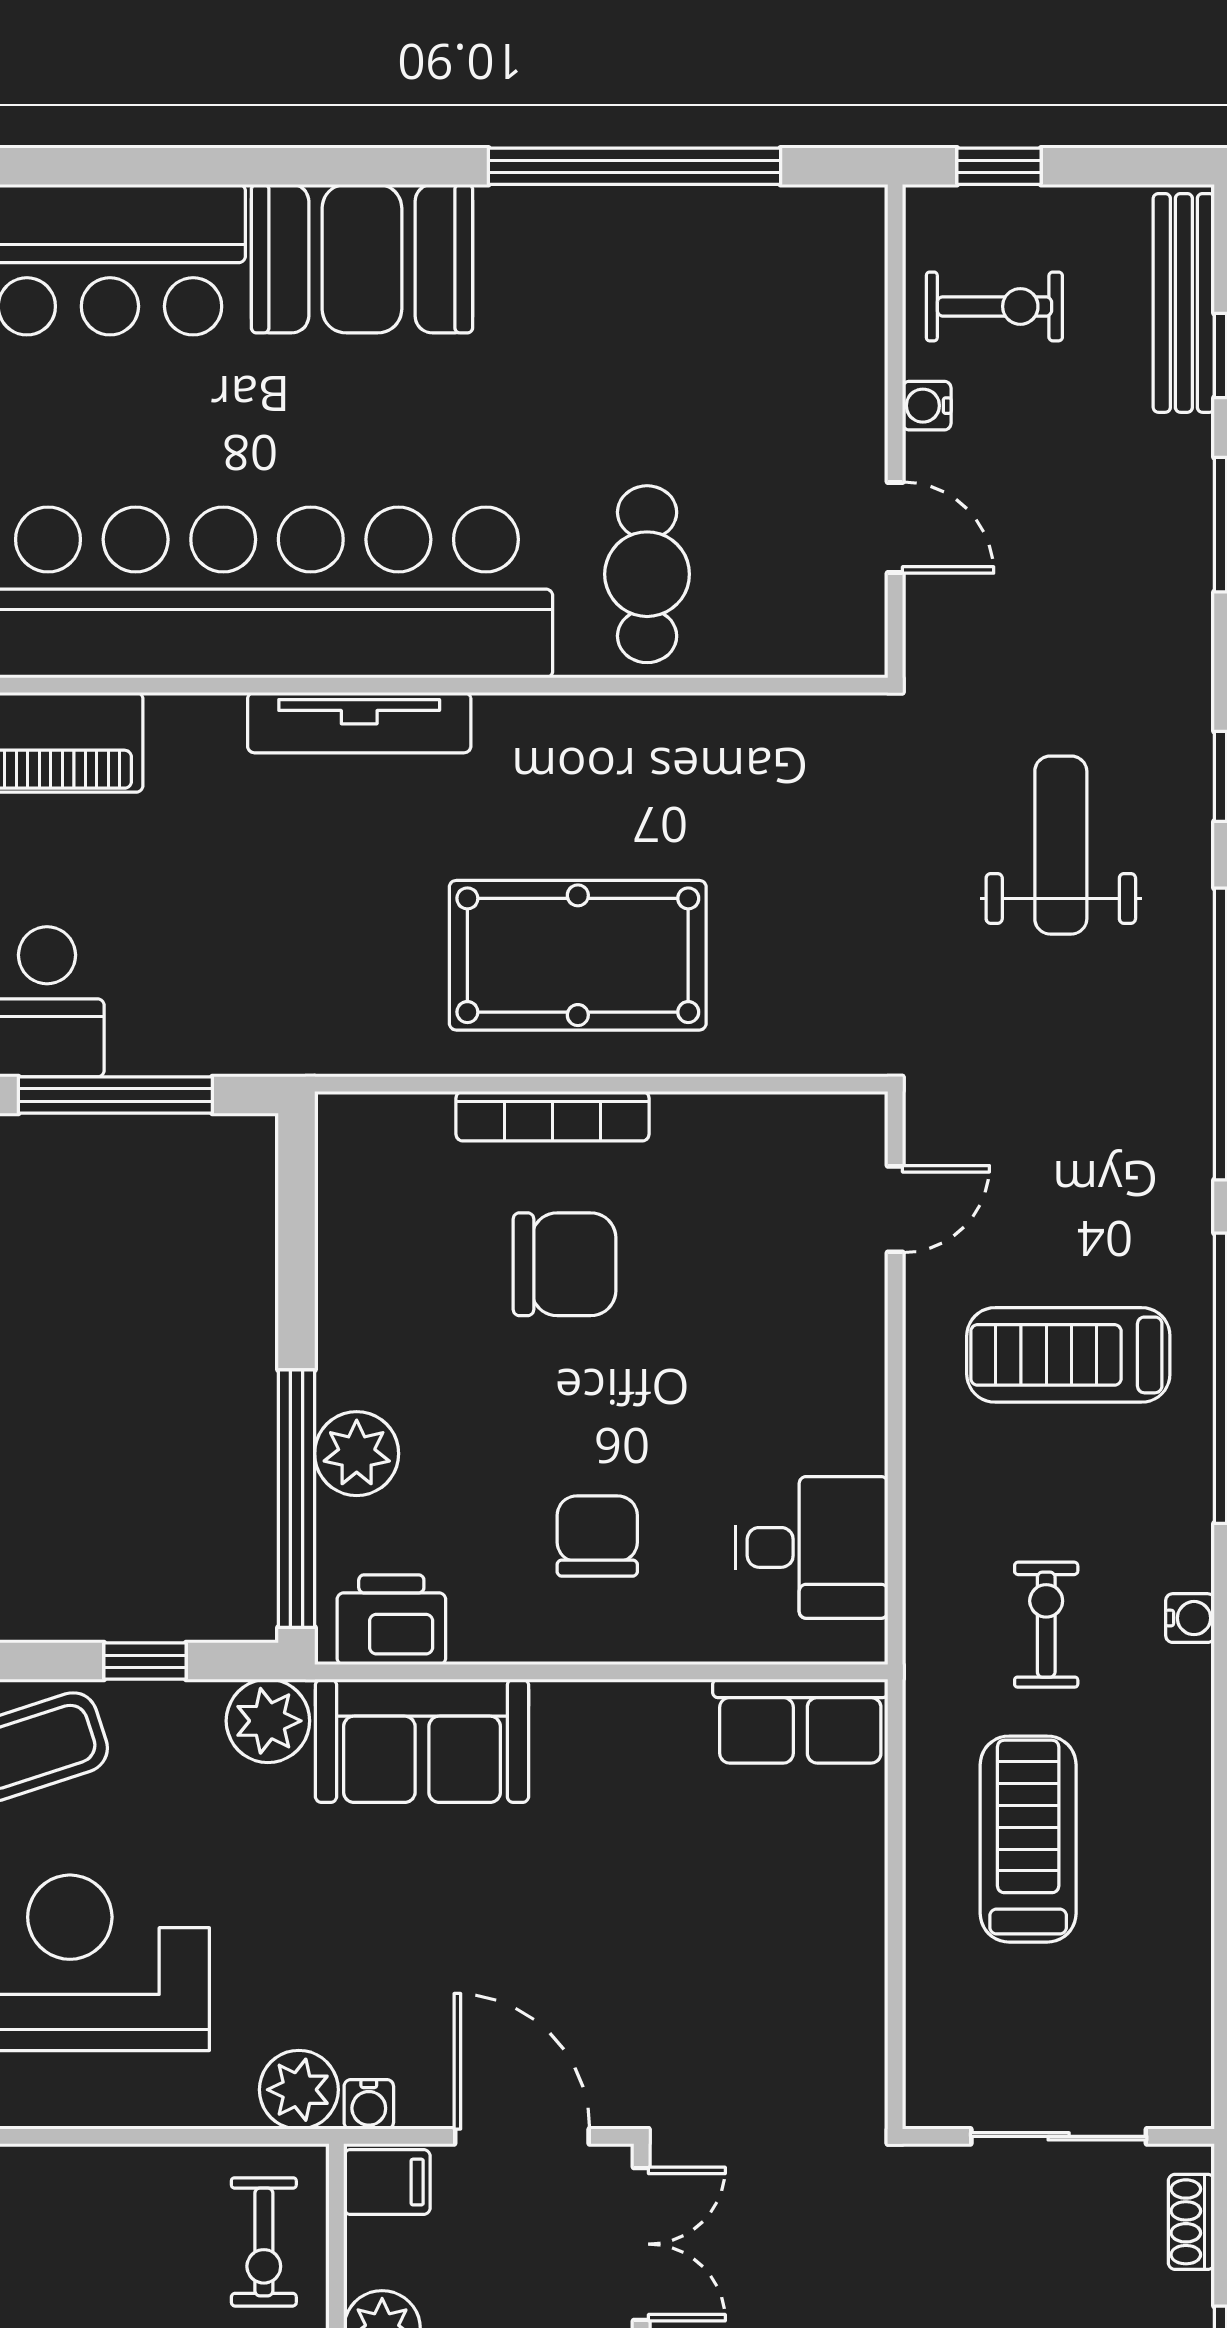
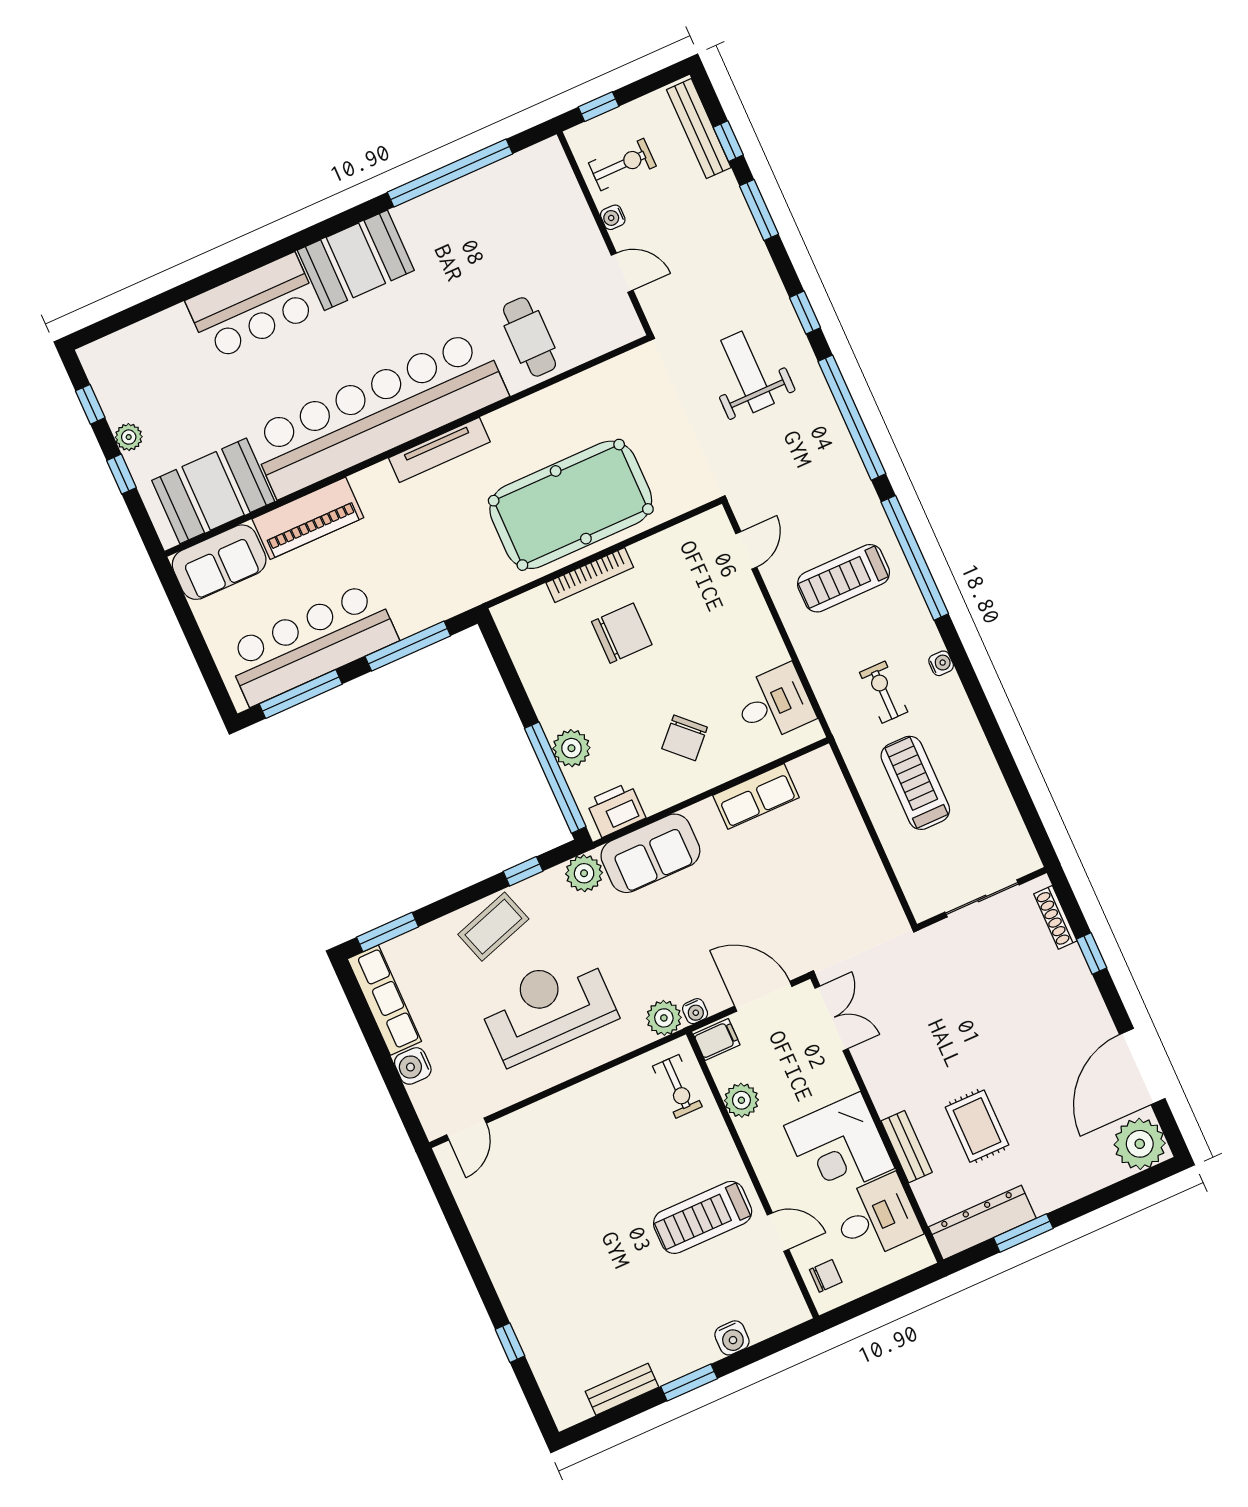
pool table: (578, 955) -> (571, 505), width x1.36, depth x1.32
chair: (597, 1536) -> (685, 738), turned -136
row of seats: (800, 1721) -> (756, 796), moved
shoe rack: (1191, 2222) -> (1055, 917), width x1.43

